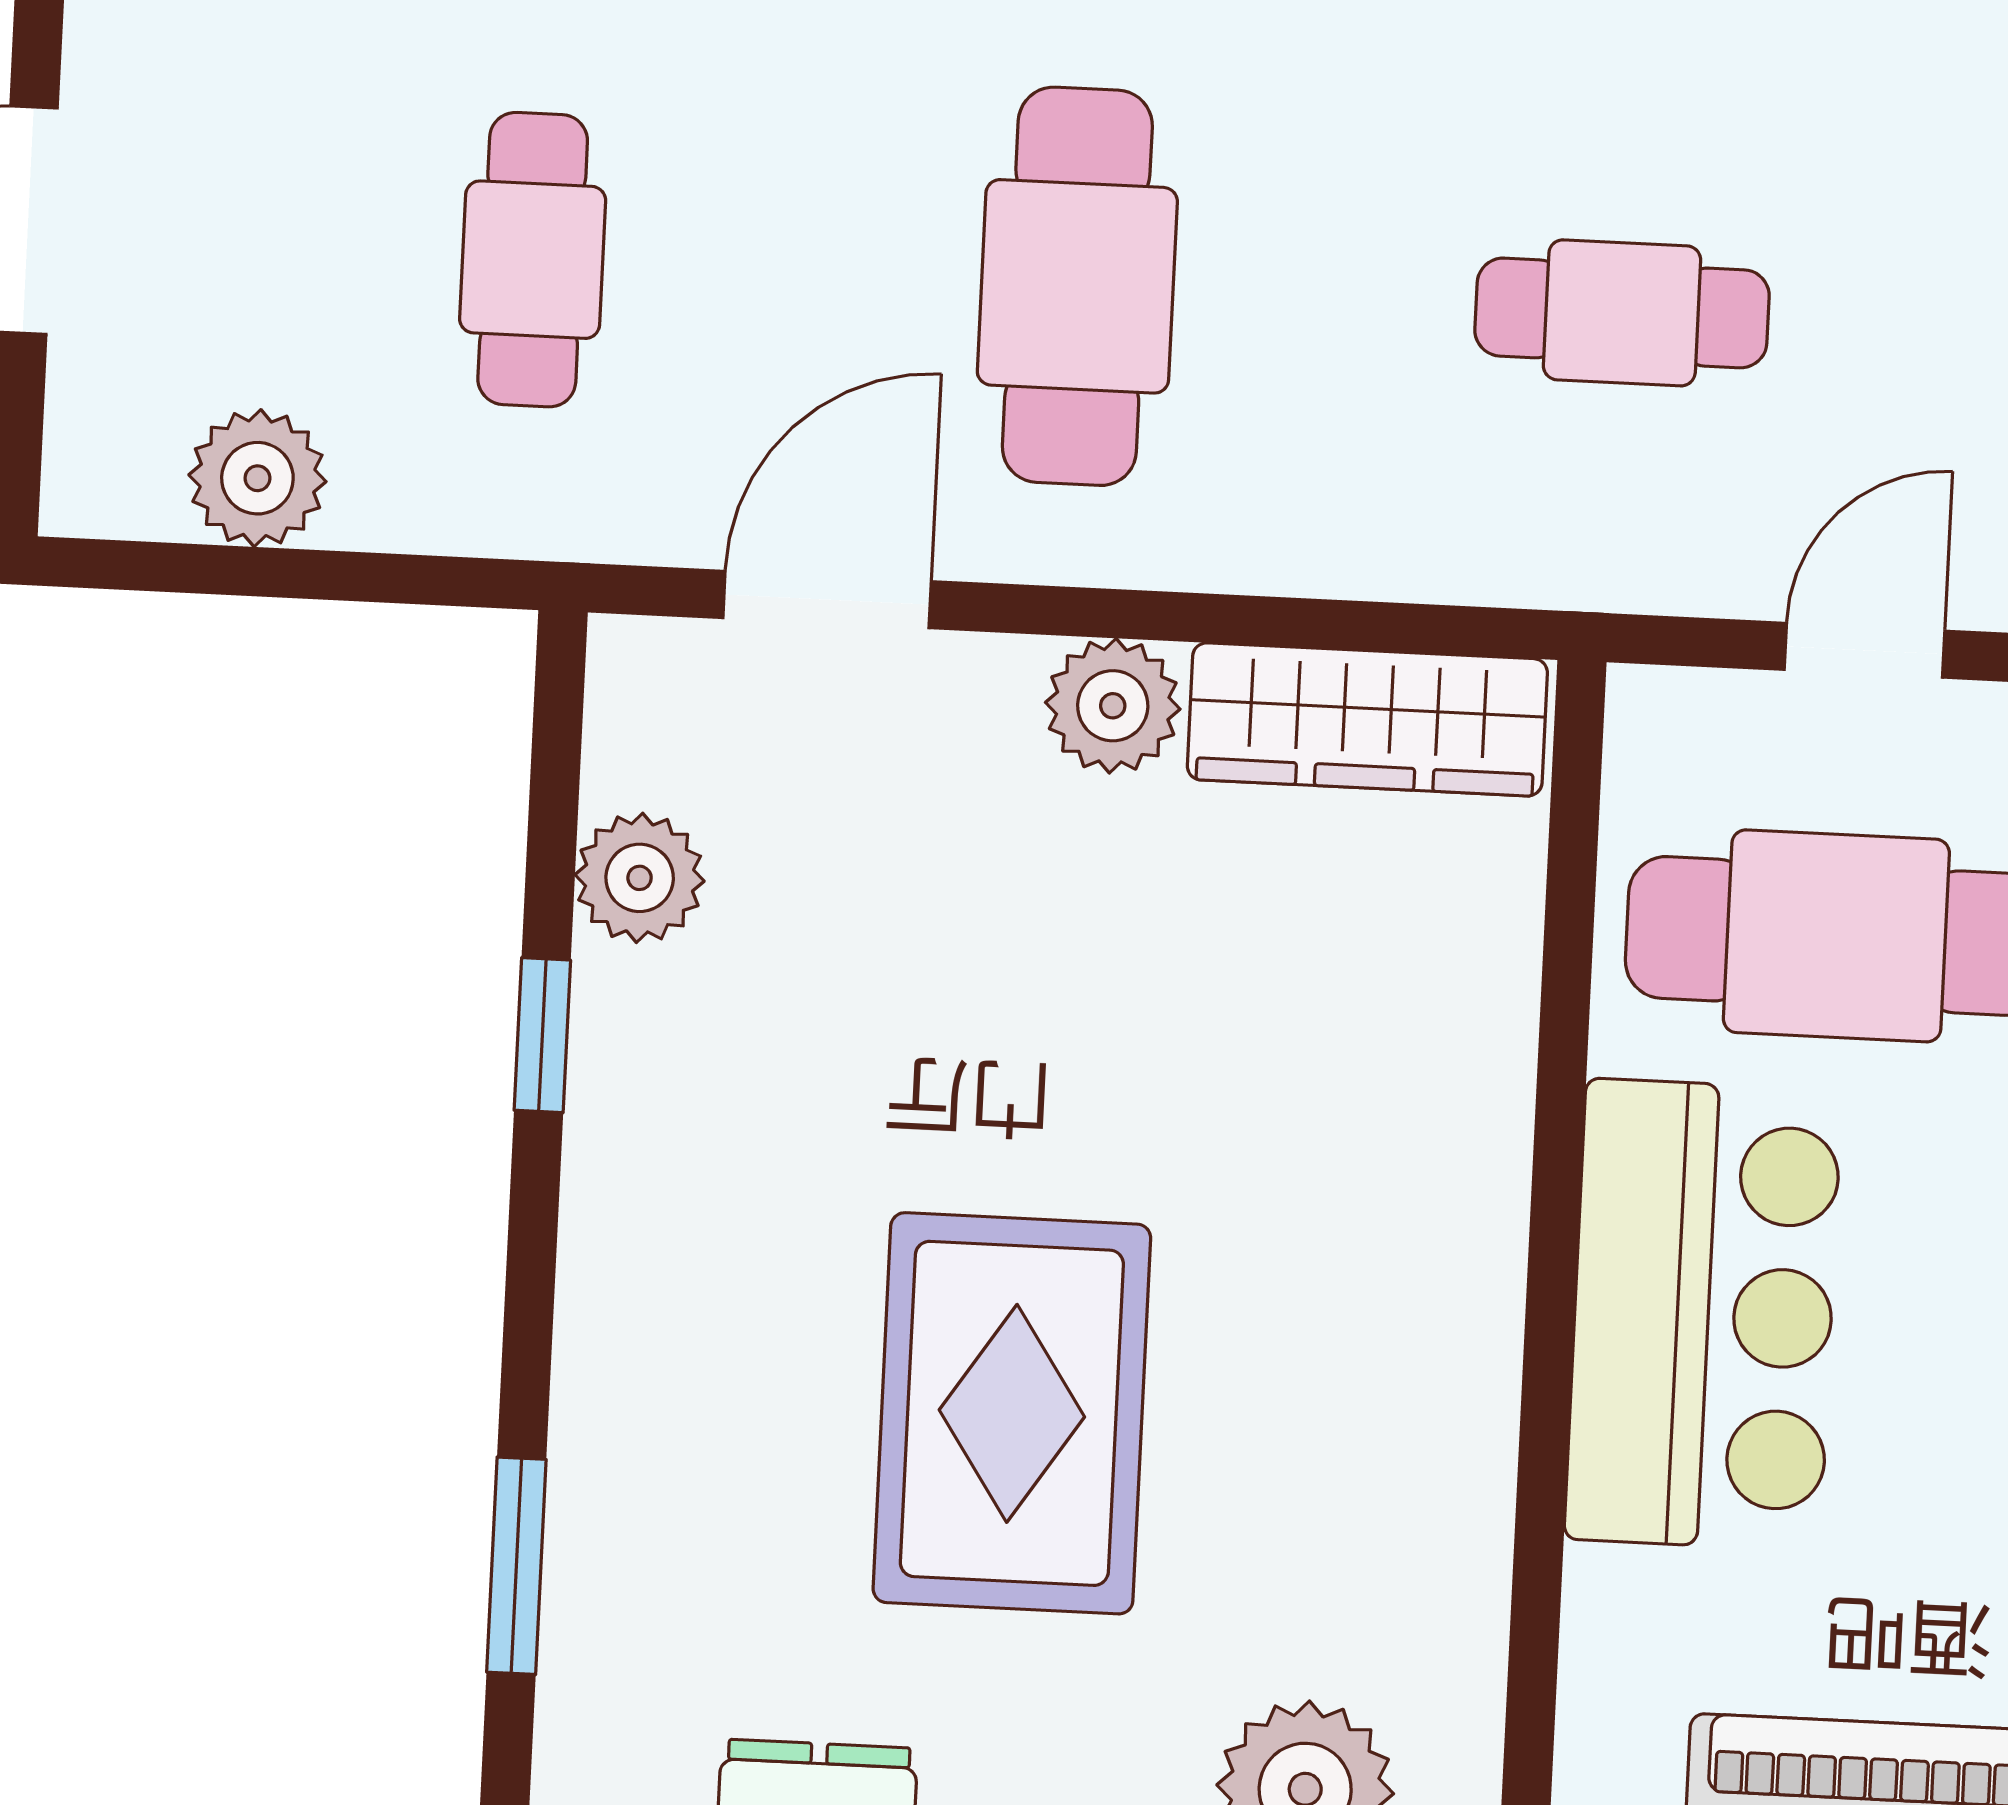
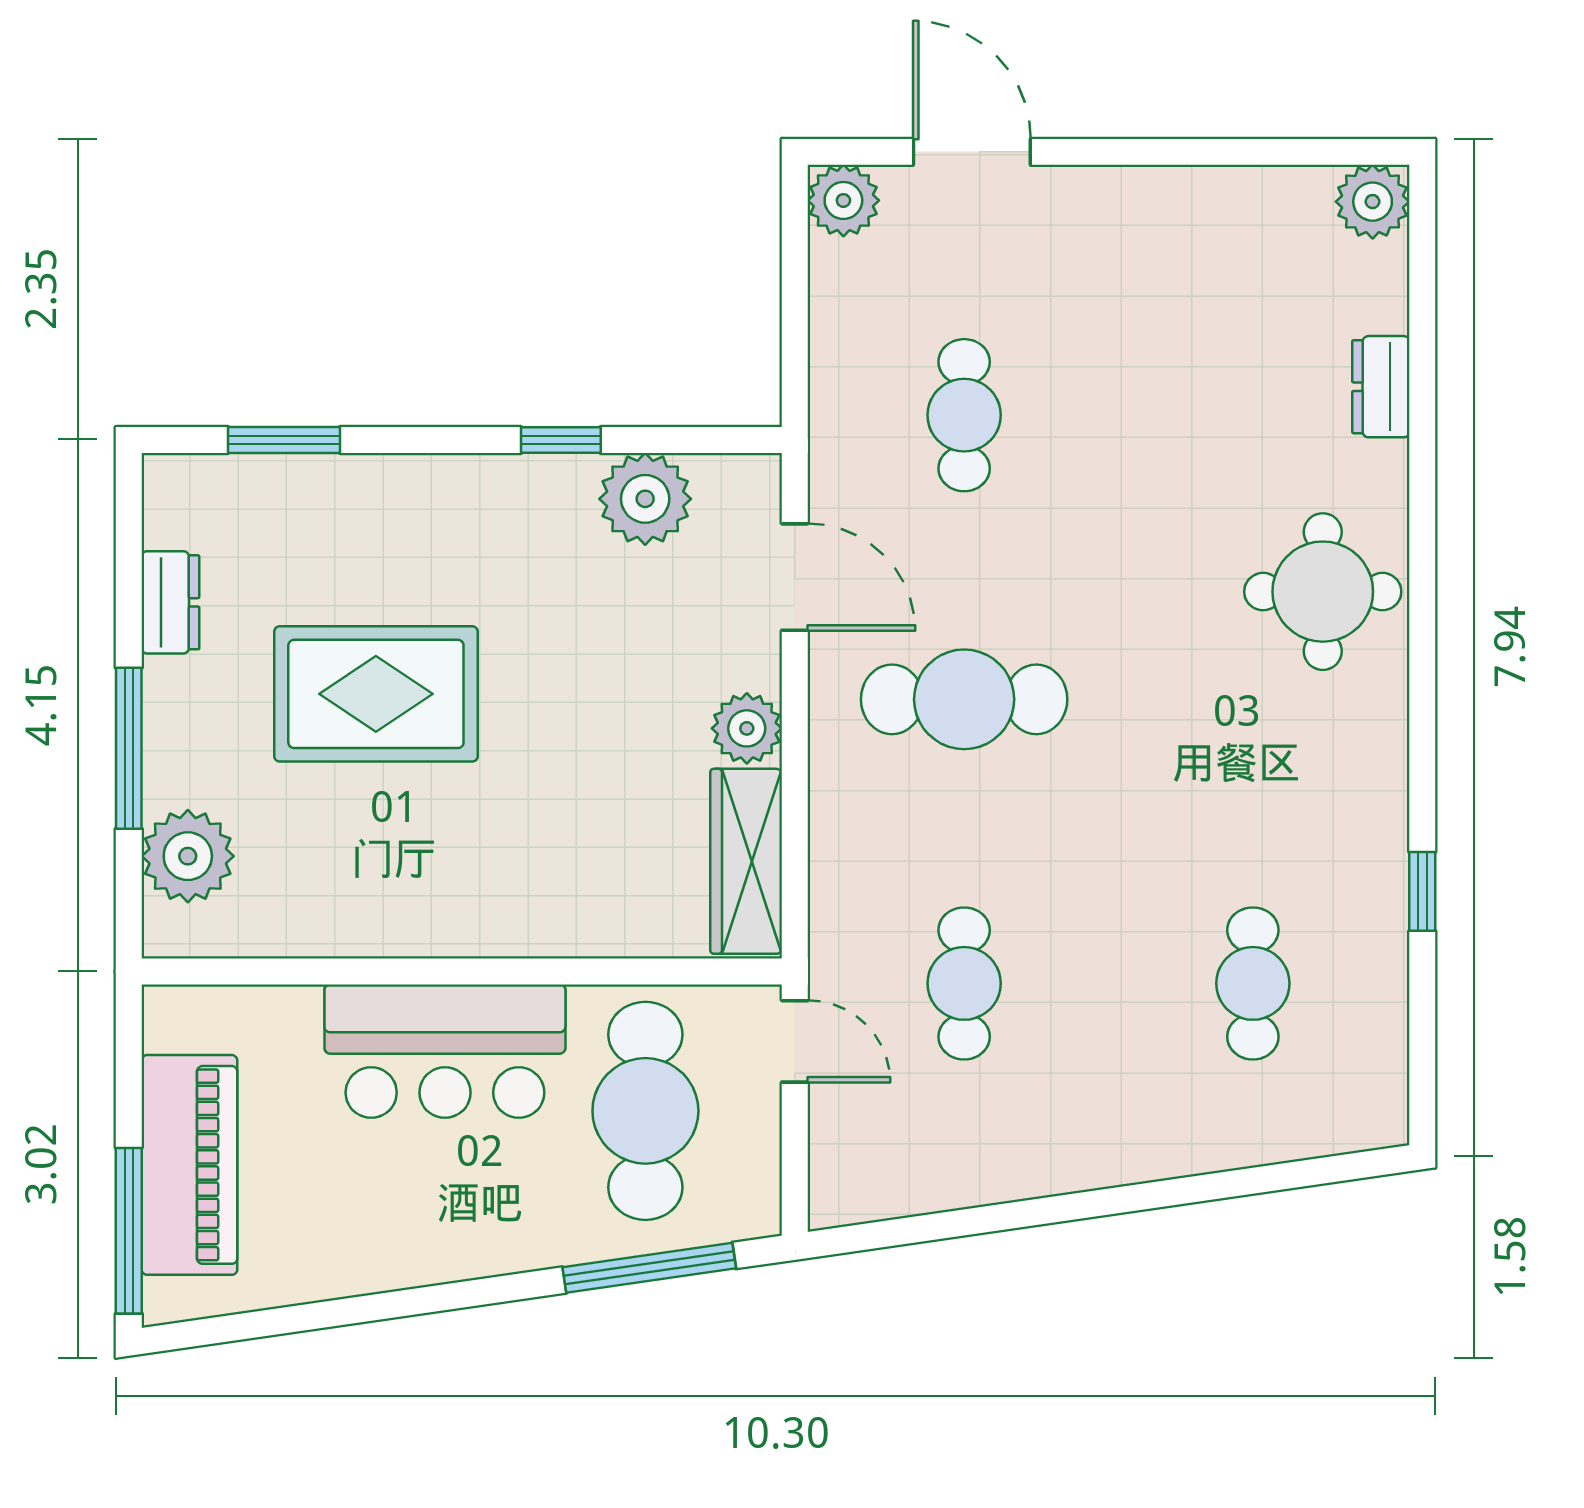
cafe table: (533, 260) -> (964, 415), turned 90
plant: (257, 478) -> (843, 200), moved
door: (1865, 650) -> (795, 1041), moved
plant: (640, 878) -> (645, 499), width x1.36, depth x1.36

